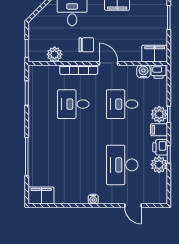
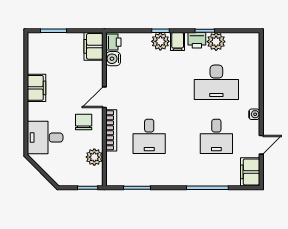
desk: (122, 104) -> (216, 136), moved
door: (133, 205) -> (261, 145), moved

